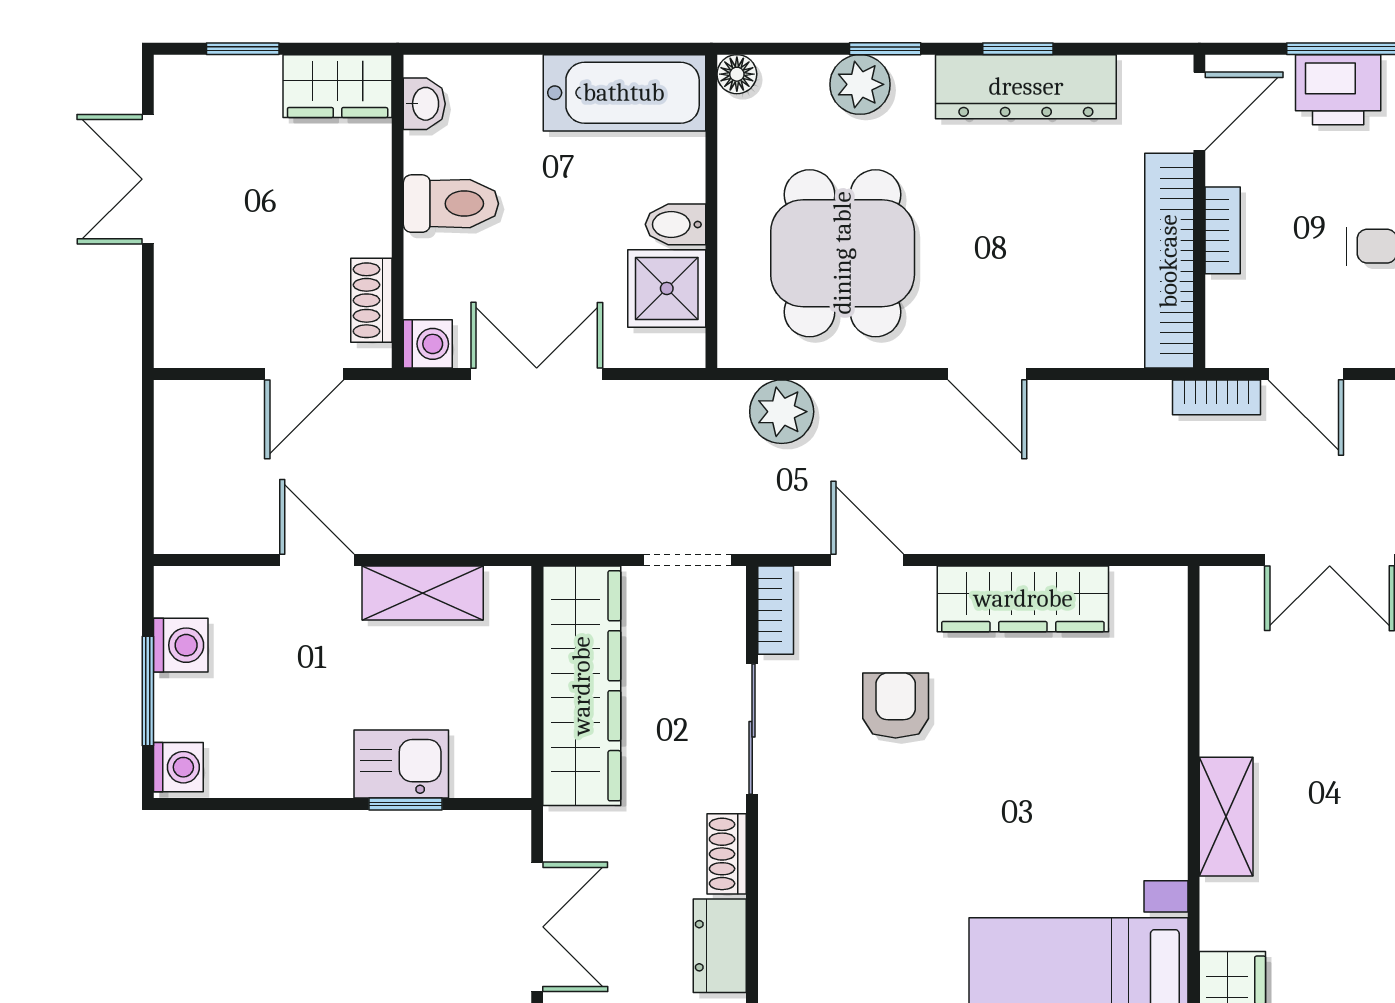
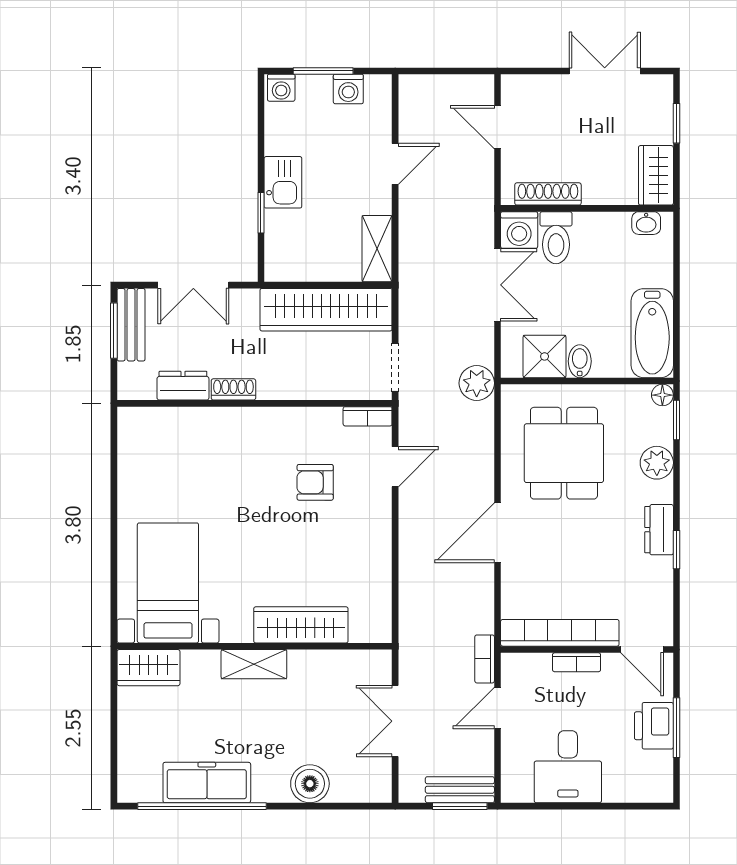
window: (885, 49) -> (676, 420), moved
dresser: (1026, 87) -> (659, 530), width x0.51, depth x0.80
toilet: (451, 204) -> (556, 238), moved
dining table: (843, 253) -> (564, 453), turned 90
shoe rack: (371, 300) -> (548, 194), width x1.43
washing machine: (428, 344) -> (519, 230), width x1.38, depth x1.38
door: (304, 374) -> (497, 127), moved
door: (987, 374) -> (497, 533), width x1.38
plant: (782, 412) -> (477, 383), moved
shelving: (423, 593) -> (377, 249), moved
wardrobe: (1023, 599) -> (301, 625), moved, turned 90
armchair: (896, 705) -> (315, 482), turned 180
sliding door: (752, 729) -> (302, 403), removed
kitchen sink: (401, 764) -> (283, 182), moved

